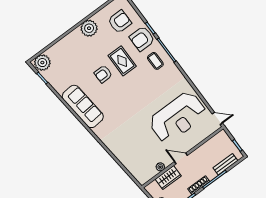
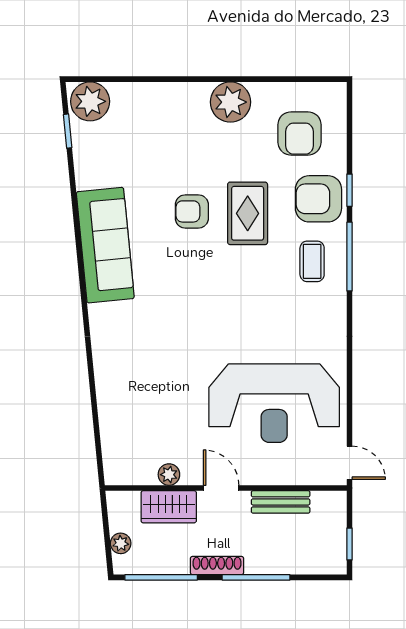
armchair: (120, 22) -> (299, 133), turned 90
bench: (225, 164) -> (281, 502), moved

